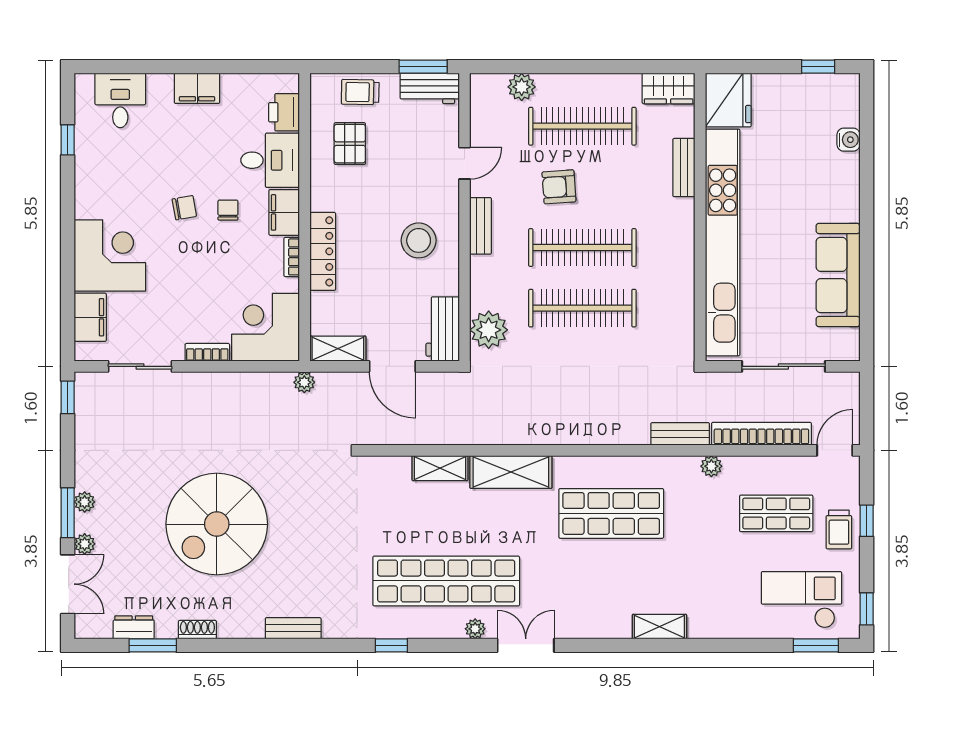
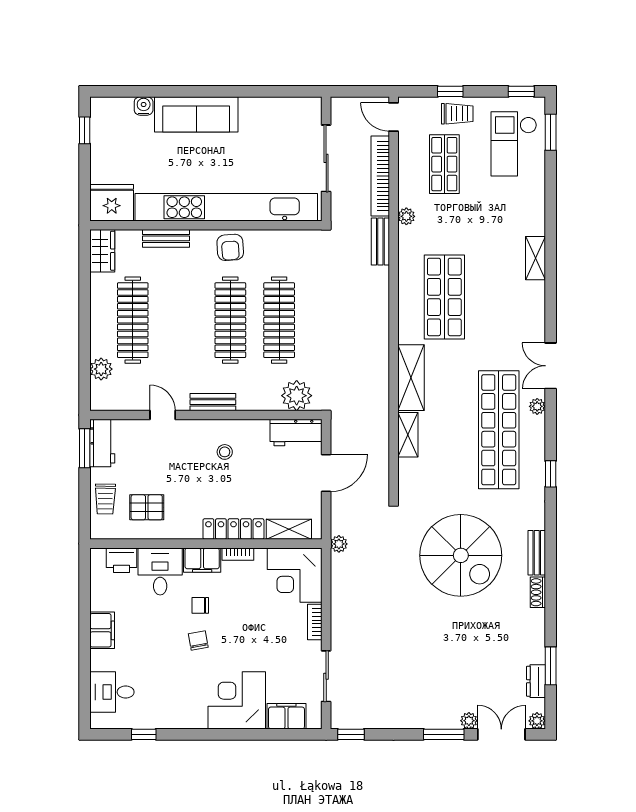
armchair: (559, 187) -> (230, 247), moved
stool: (419, 240) -> (225, 452), width x0.53, depth x0.53
sofa: (838, 275) -> (196, 114), moved
shelving: (338, 349) -> (289, 529), moved, turned 90
plant: (85, 502) -> (537, 721), moved
spiral stairs: (217, 524) -> (461, 555), moved
shoe rack: (197, 630) -> (538, 592), moved

